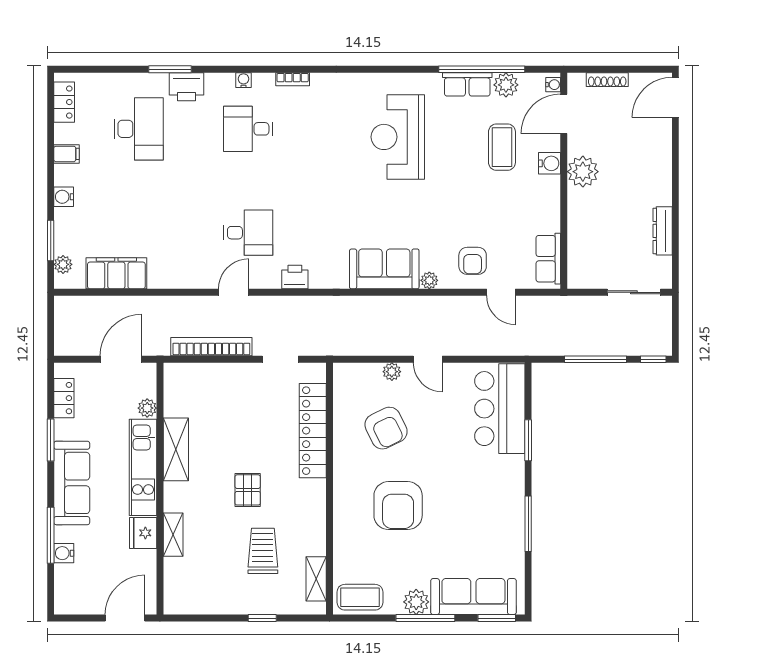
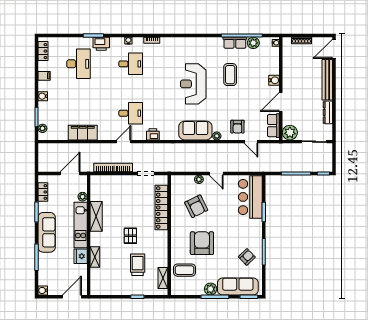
door: (564, 114) -> (281, 102), moved
desk: (248, 129) -> (131, 64), turned 180
reception desk: (398, 137) -> (193, 84), moved
coffee table: (502, 147) -> (230, 75), moved
bench: (661, 162) -> (327, 80), added
plant: (583, 172) -> (290, 133), moved
filing cabinet: (116, 273) -> (83, 133), moved
armchair: (398, 506) -> (202, 243), turned 180
armchair: (492, 534) -> (247, 257), added
water cooler: (64, 553) -> (43, 290), moved
coffee table: (360, 597) -> (185, 270), moved

